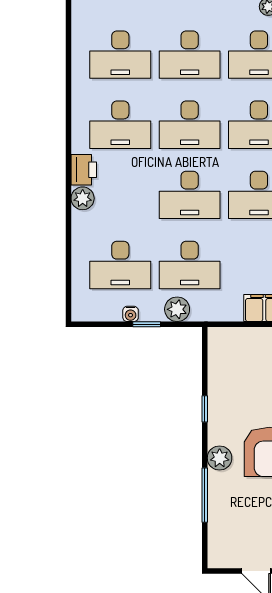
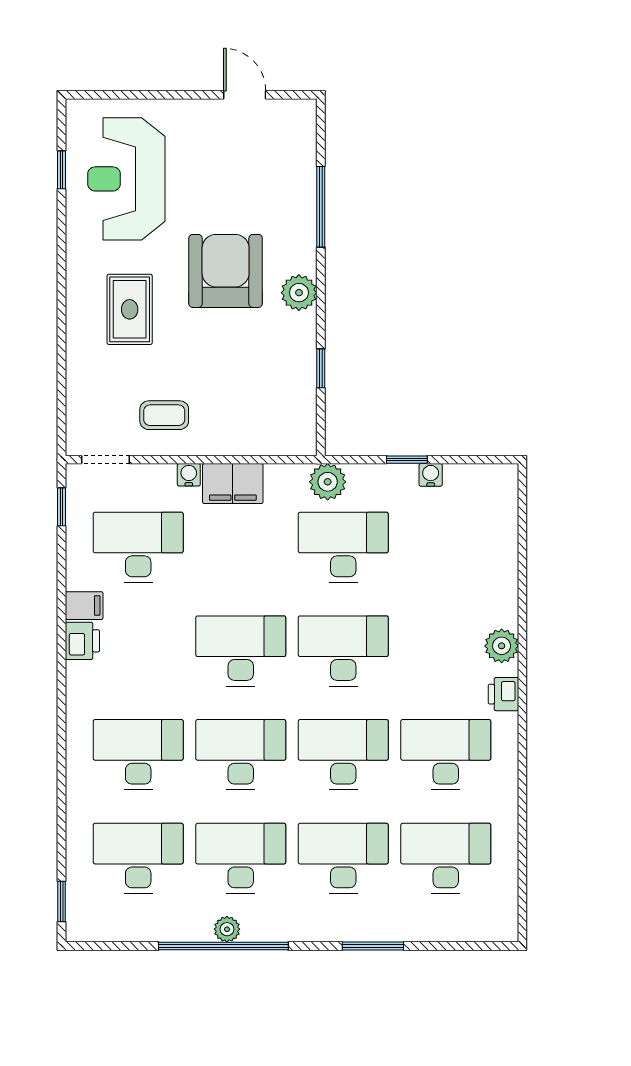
printer: (84, 170) -> (503, 694), width x0.73, depth x0.81
desk: (120, 265) -> (446, 547), removed
plant: (177, 309) -> (328, 482), moved
window: (205, 409) -> (321, 368), moved
plant: (220, 458) -> (299, 293), moved

